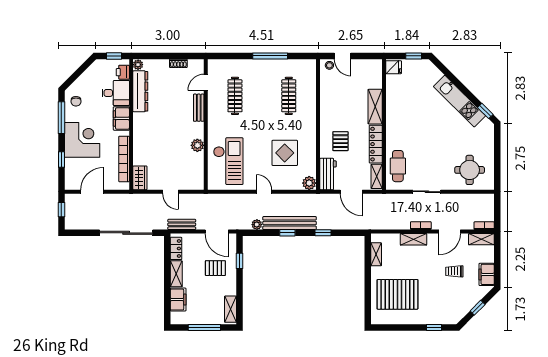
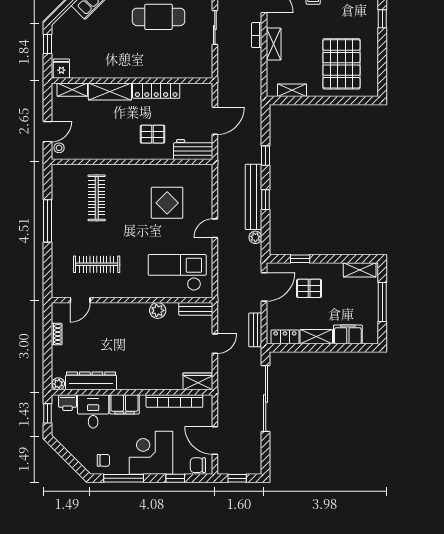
door: (206, 82) -> (80, 300), hinge flipped
clothes rail: (289, 96) -> (97, 198), turned 90
bench: (199, 108) -> (196, 309), moved
cafe table: (398, 166) -> (159, 17), moved, width x1.37, depth x1.35
shelving: (377, 176) -> (72, 90), moved
chair: (72, 178) -> (198, 465), added
plant: (309, 183) -> (204, 173), removed
pallet: (215, 268) -> (309, 288), turned 90

